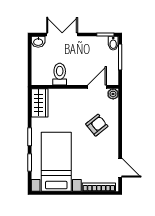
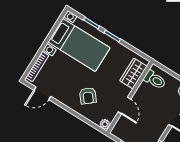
toilet: (60, 74) -> (155, 80), moved
door: (97, 87) -> (124, 106), moved
wardrobe: (40, 103) -> (133, 73), moved, turned 90

